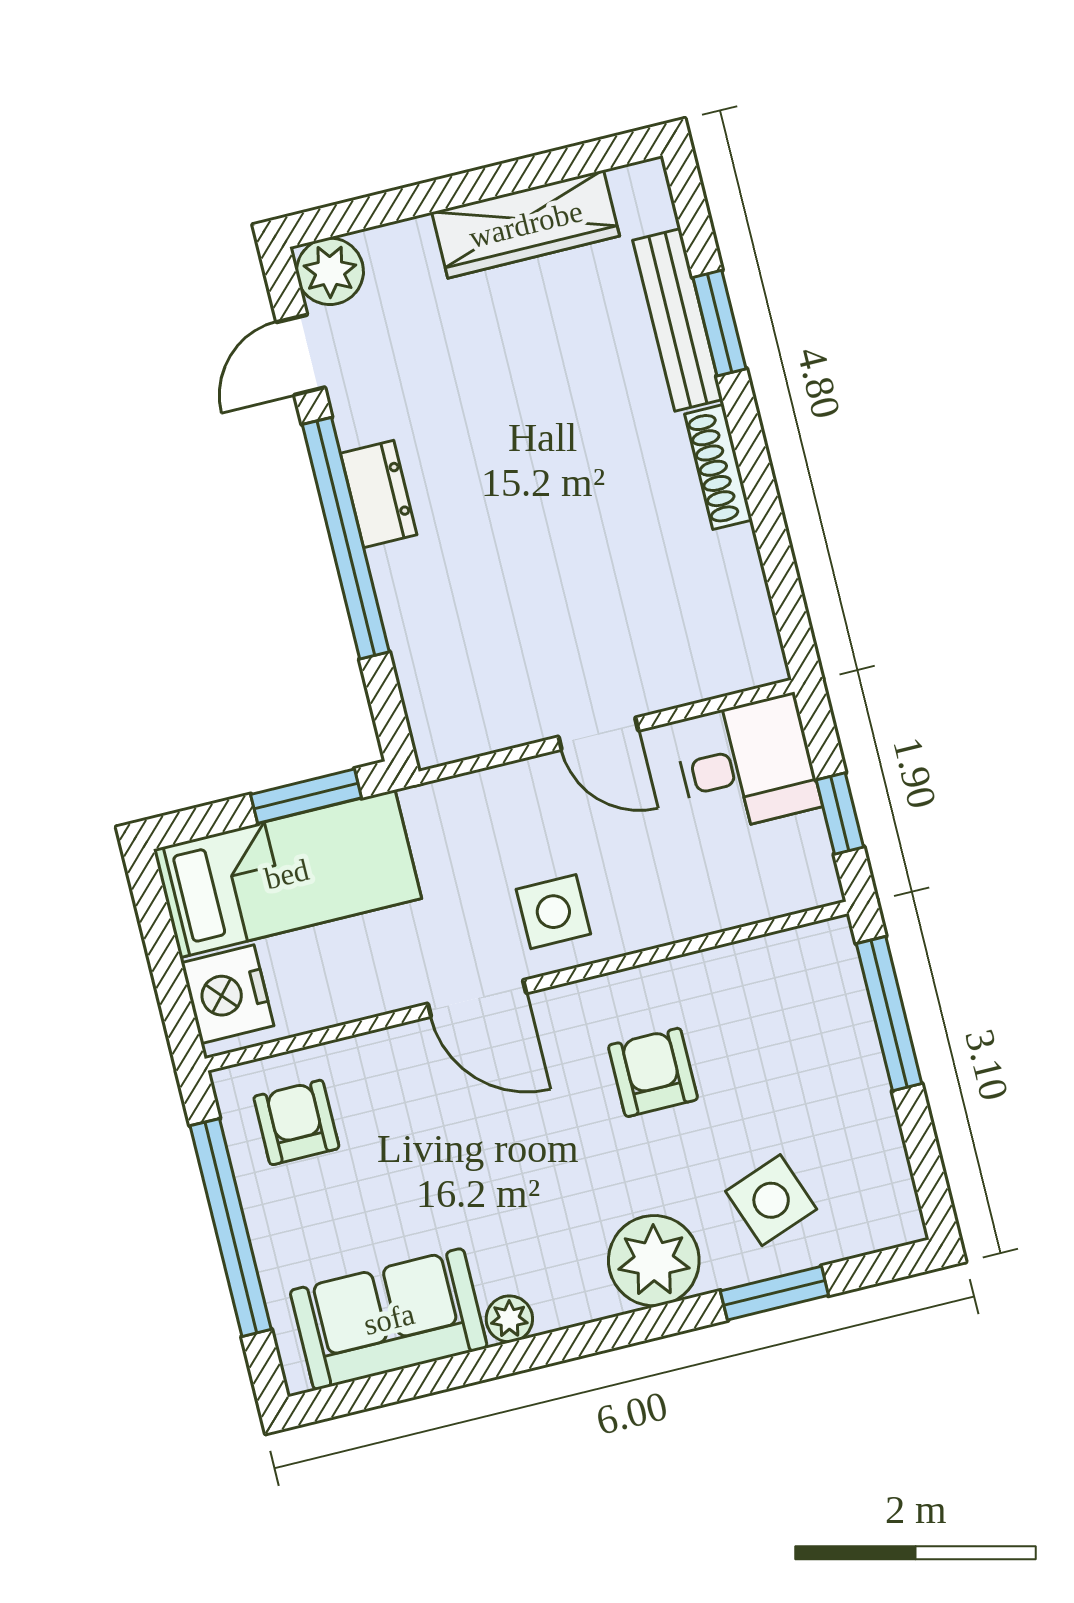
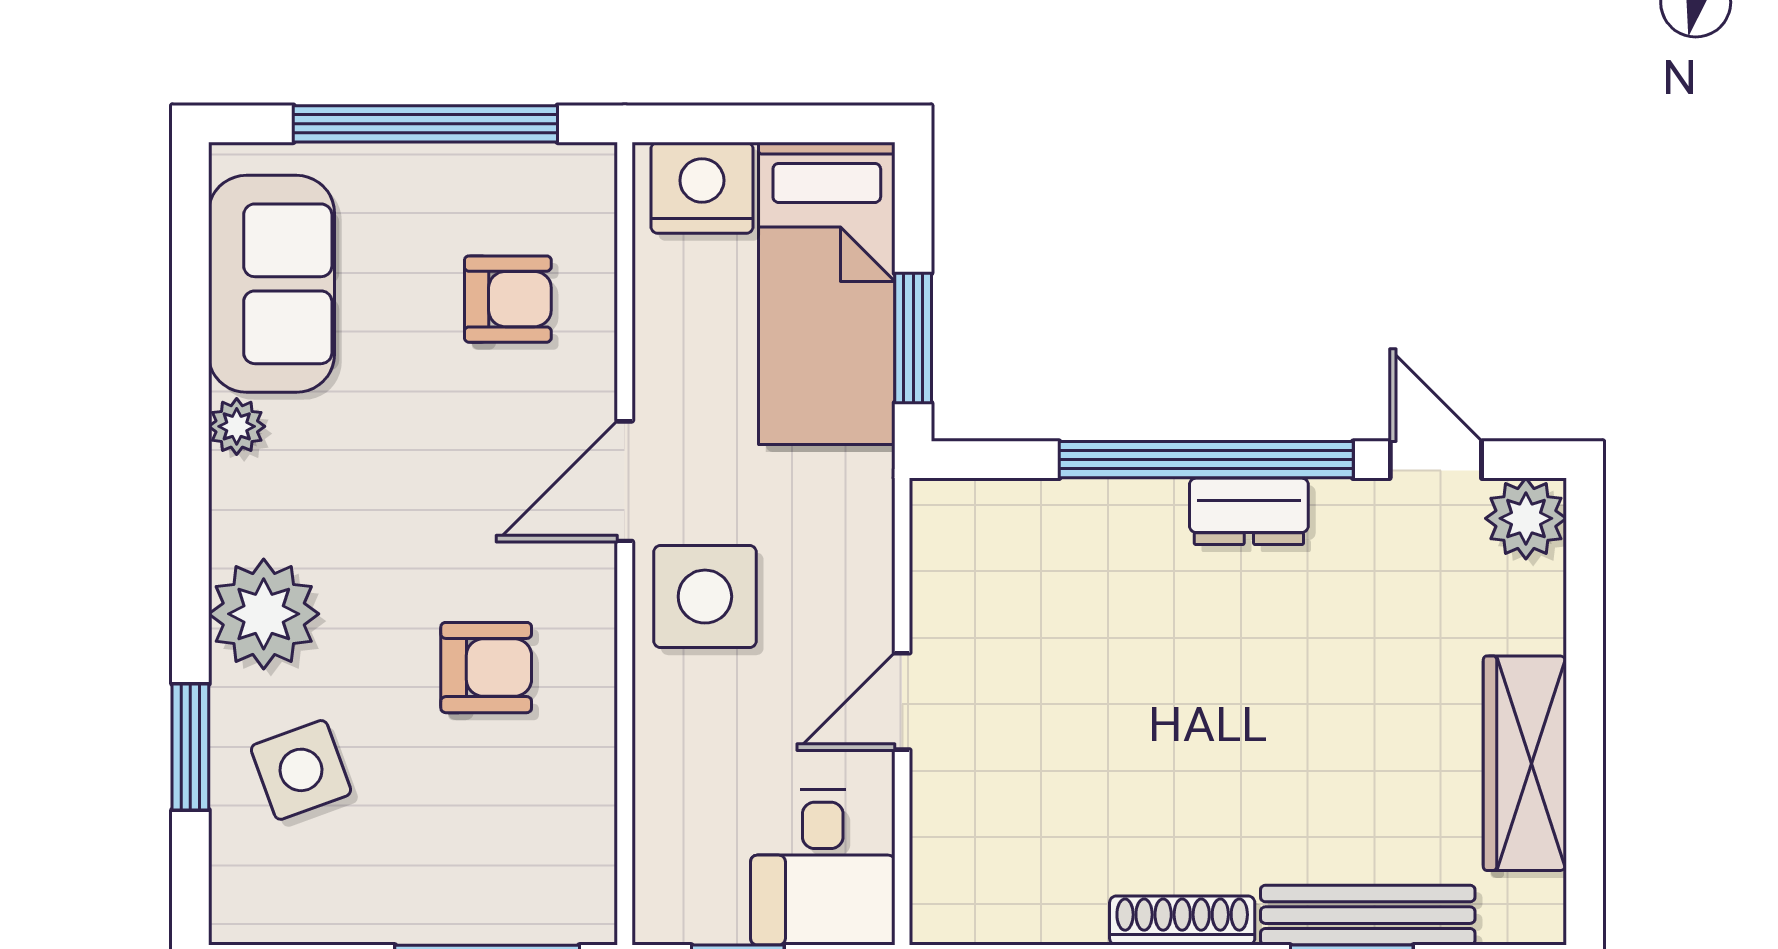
side table: (553, 912) -> (705, 597), width x1.37, depth x1.37
armchair: (296, 1122) -> (508, 299), moved

